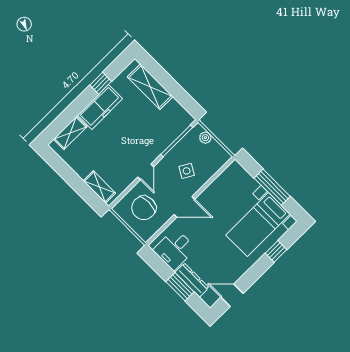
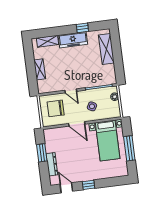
door: (146, 172) -> (71, 91), hinge flipped
shelving: (99, 187) -> (40, 69), moved
bed with nightstands: (258, 225) -> (108, 141), moved, turned -90
desk: (175, 249) -> (55, 142), removed
window: (276, 251) -> (89, 185), moved
window: (180, 287) -> (42, 153), moved

